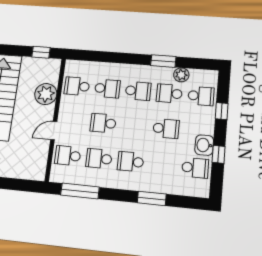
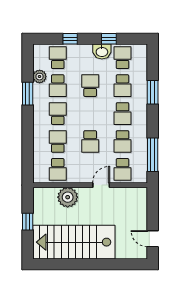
window: (41, 52) -> (28, 222), moved
door: (54, 131) -> (101, 185), swing flipped
school desk: (163, 165) -> (123, 86), added

